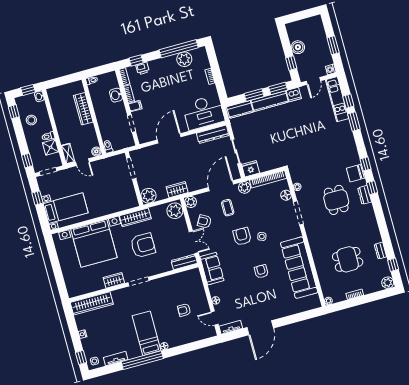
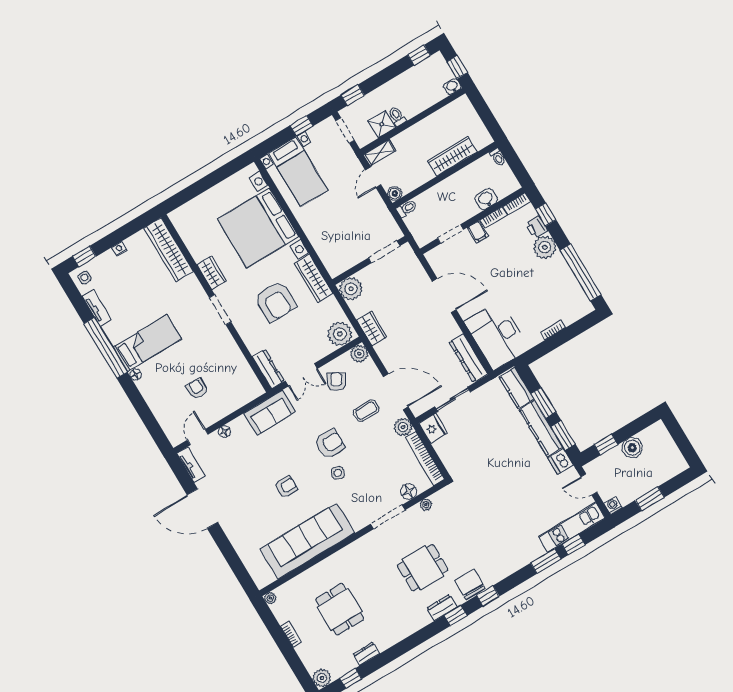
plant: (184, 59) -> (545, 247), moved
stool: (31, 120) -> (414, 84), removed

